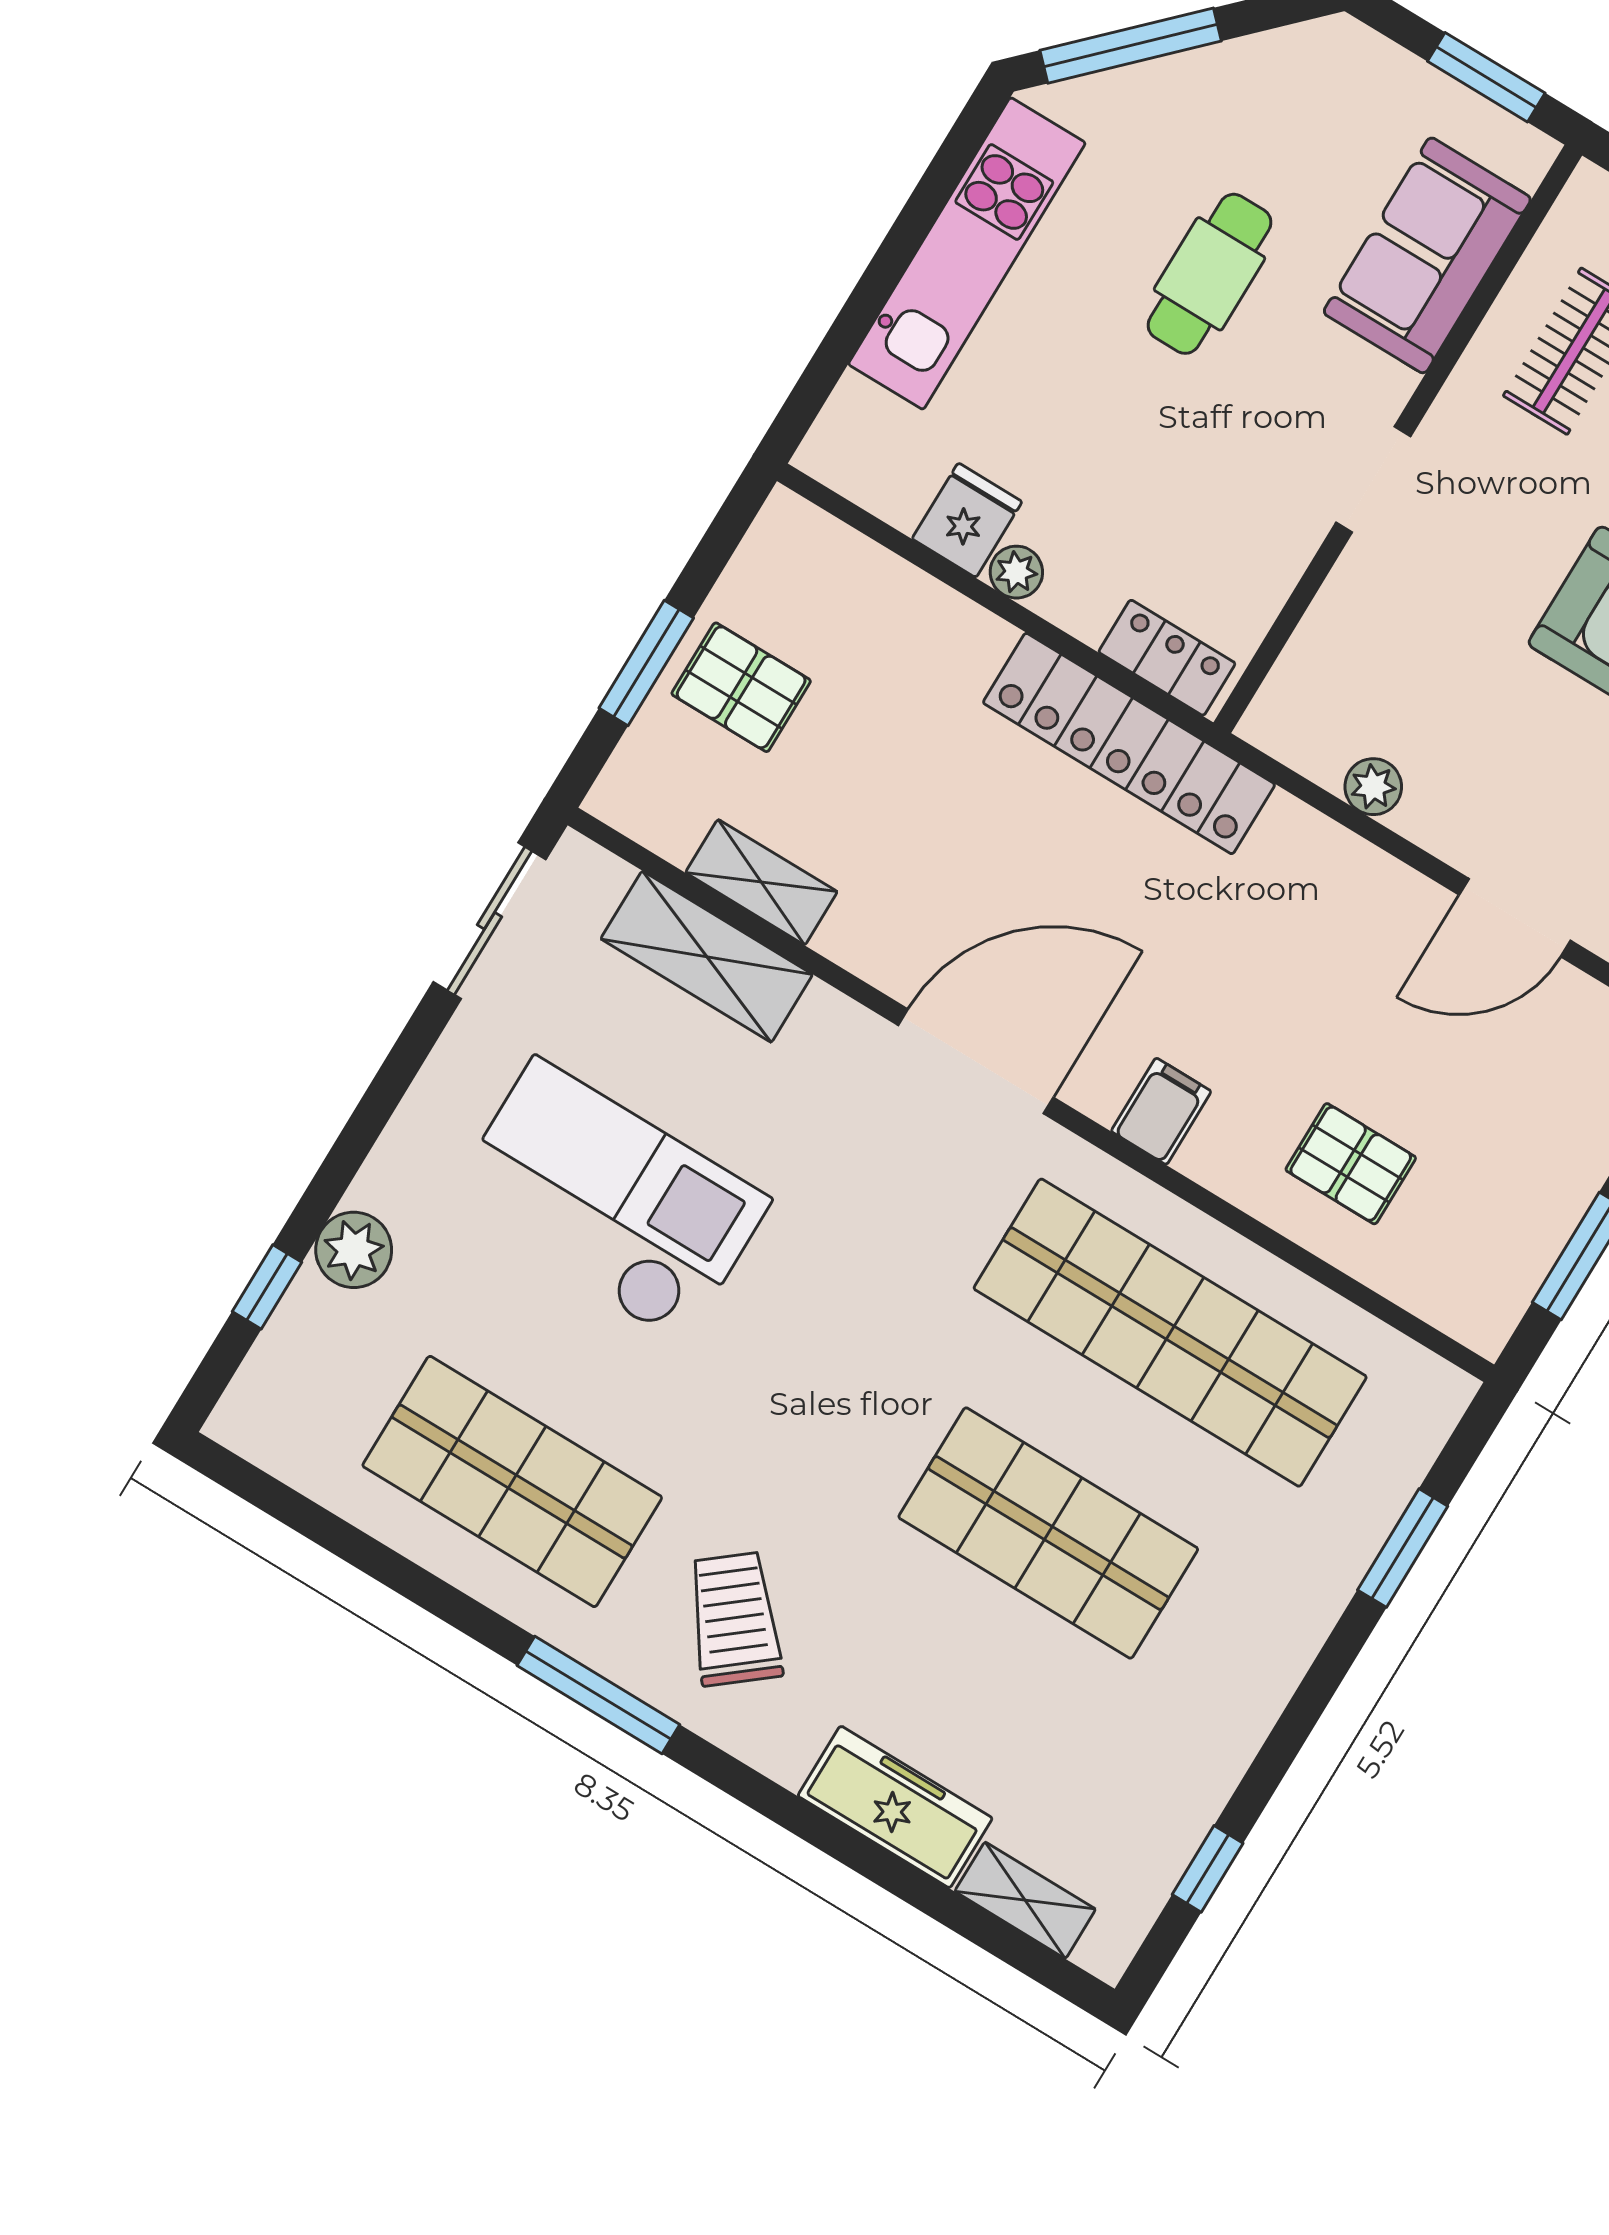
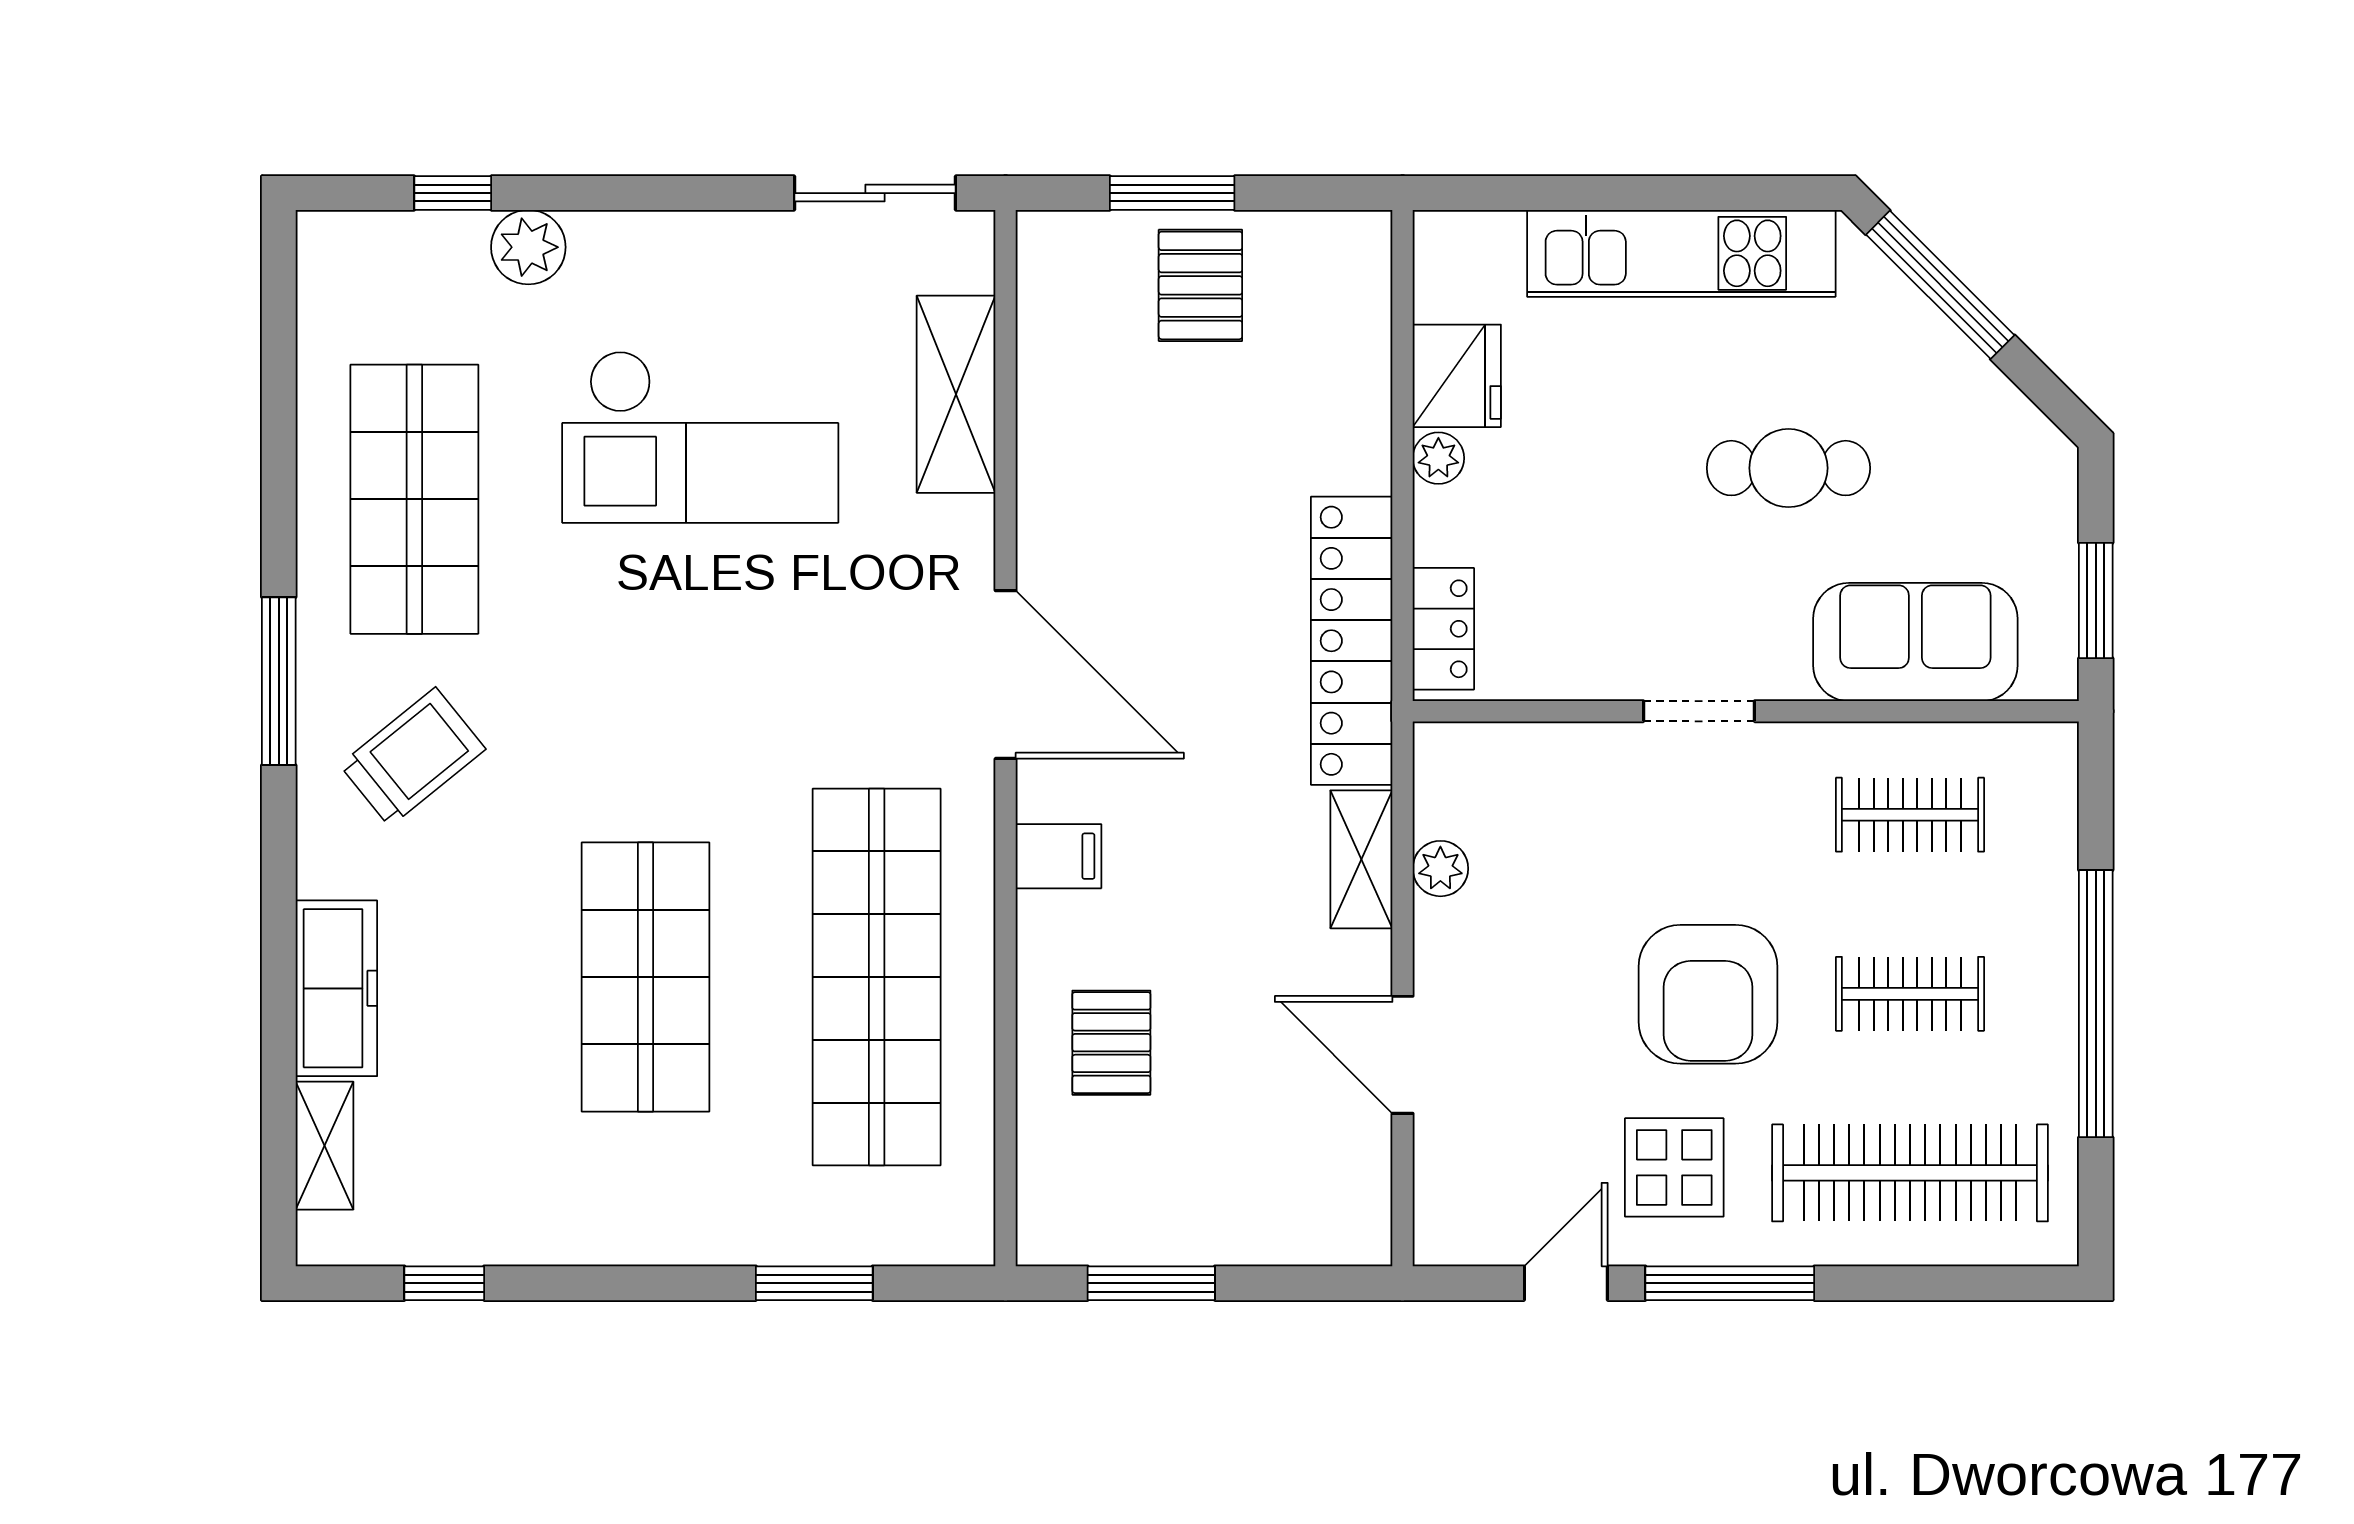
fridge: (967, 520) -> (1457, 376), width x1.38
shelving: (761, 882) -> (1361, 859), moved
checkout: (609, 1201) -> (700, 437), turned 90

